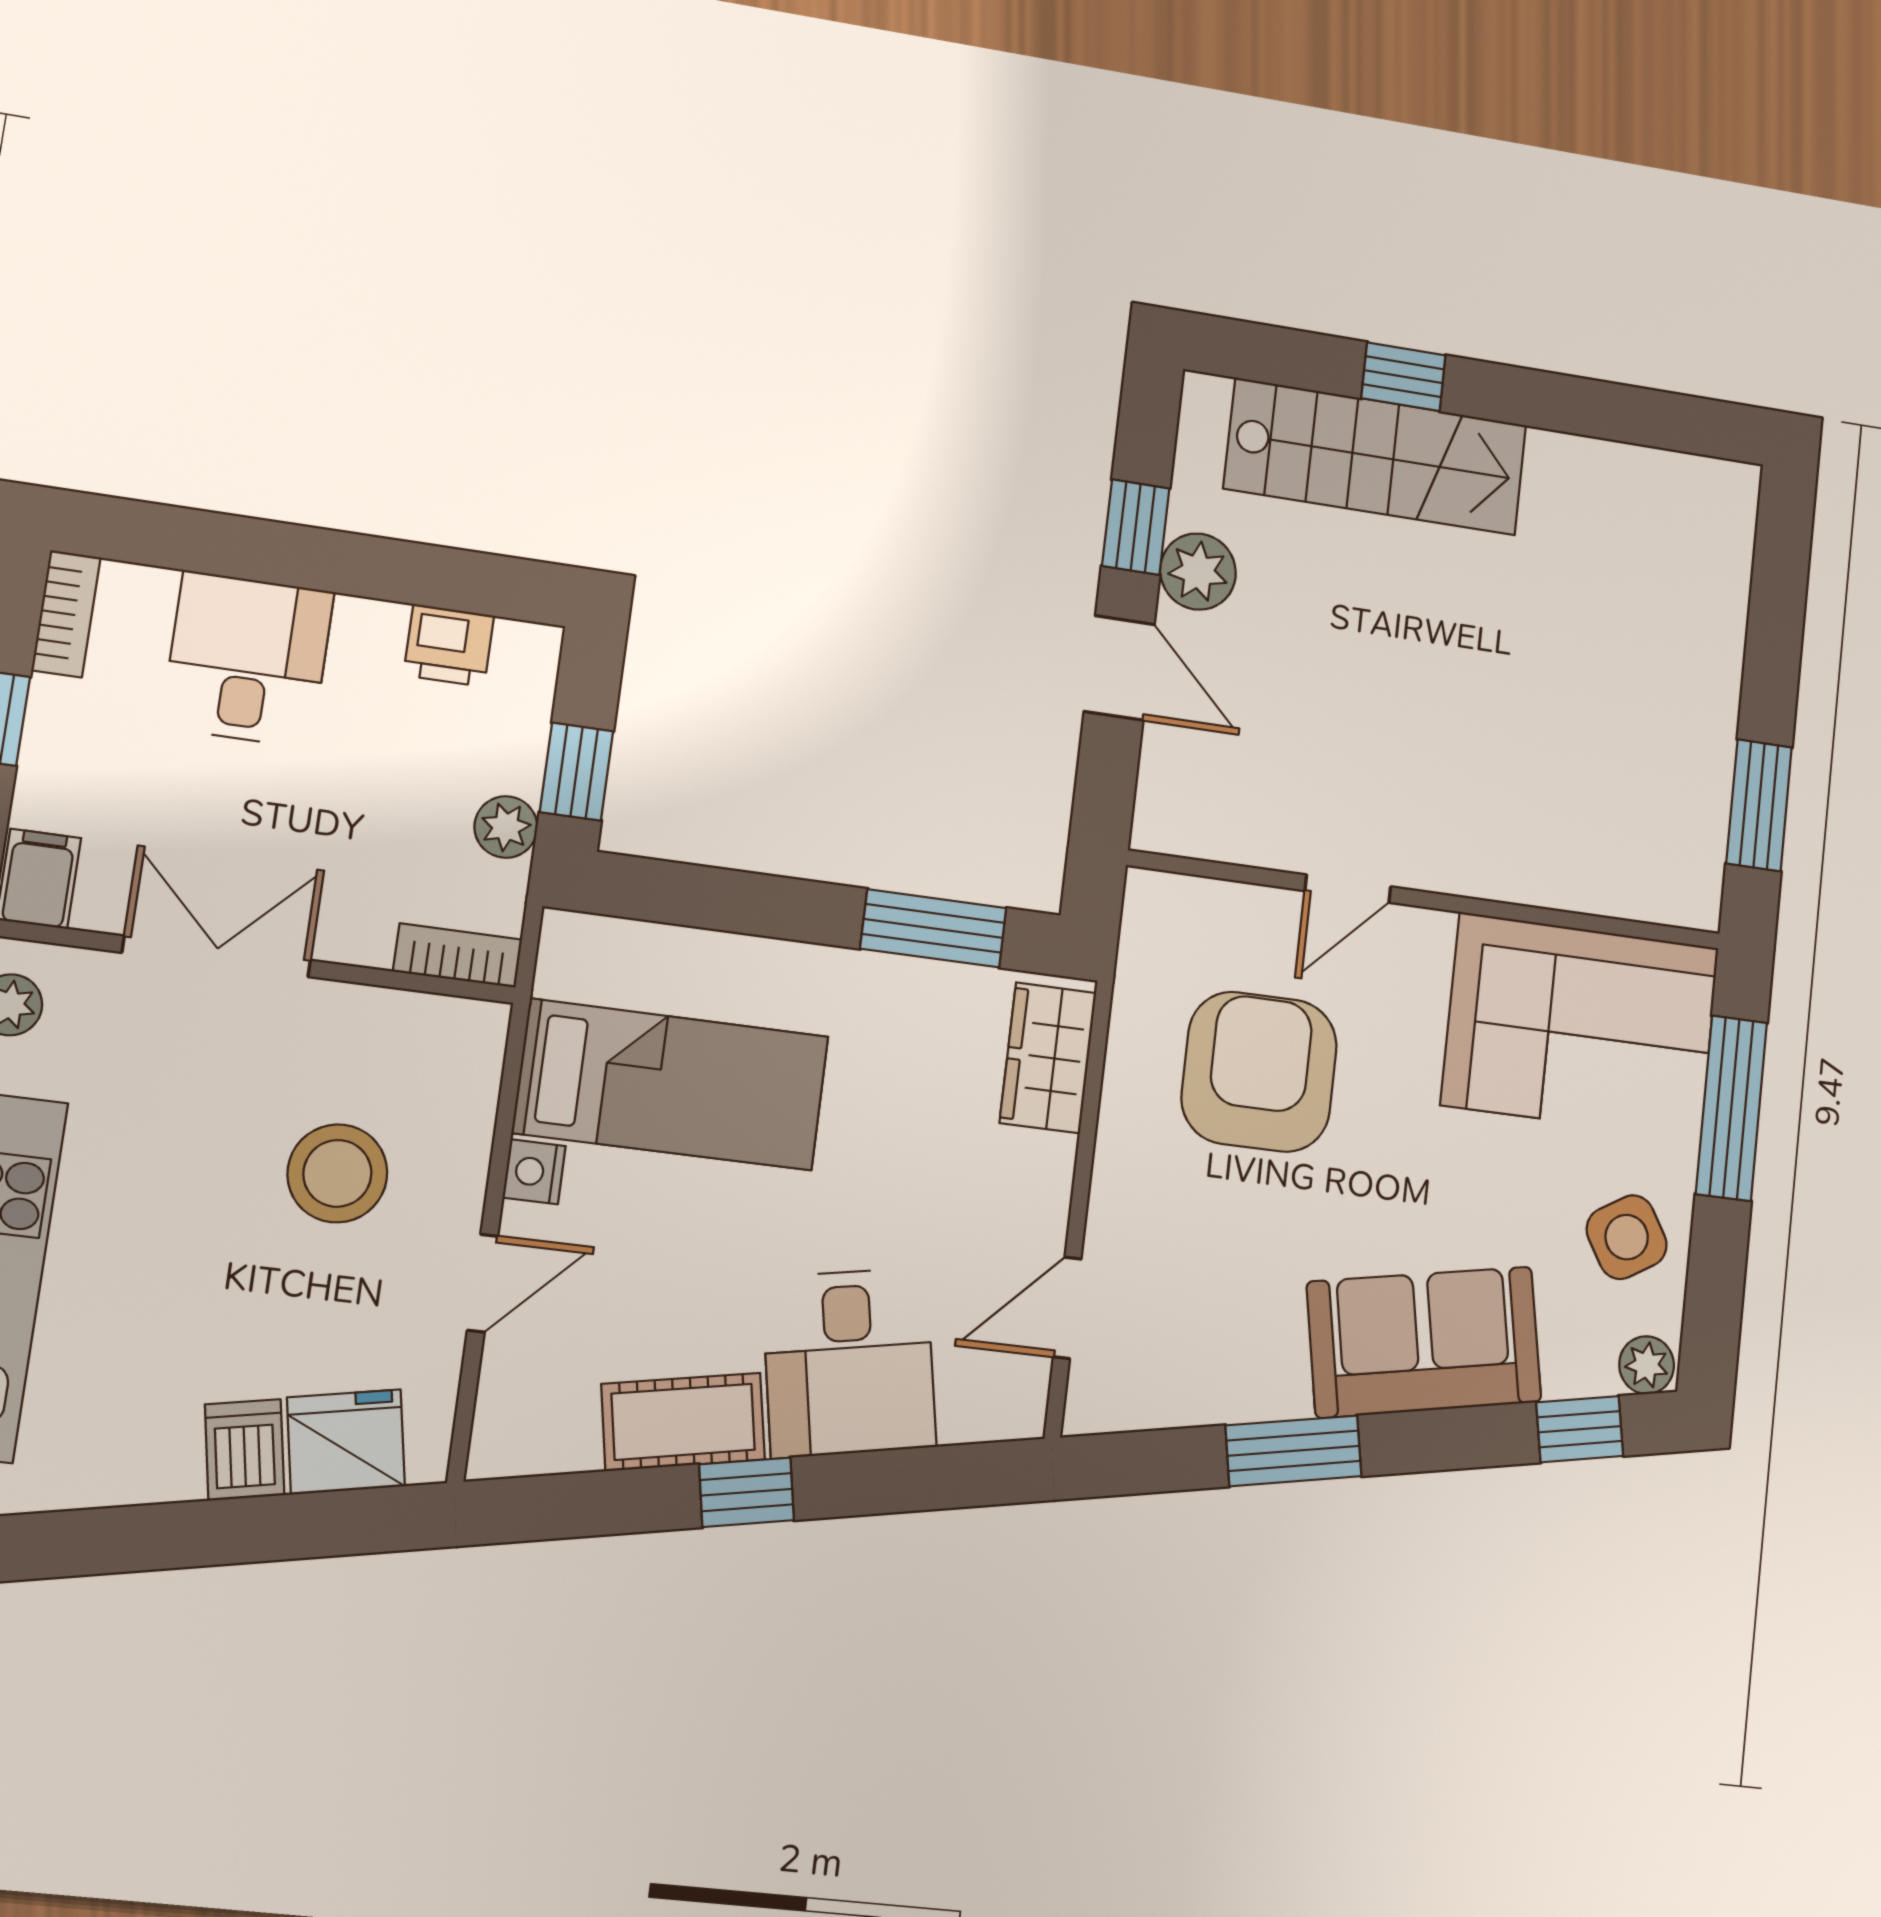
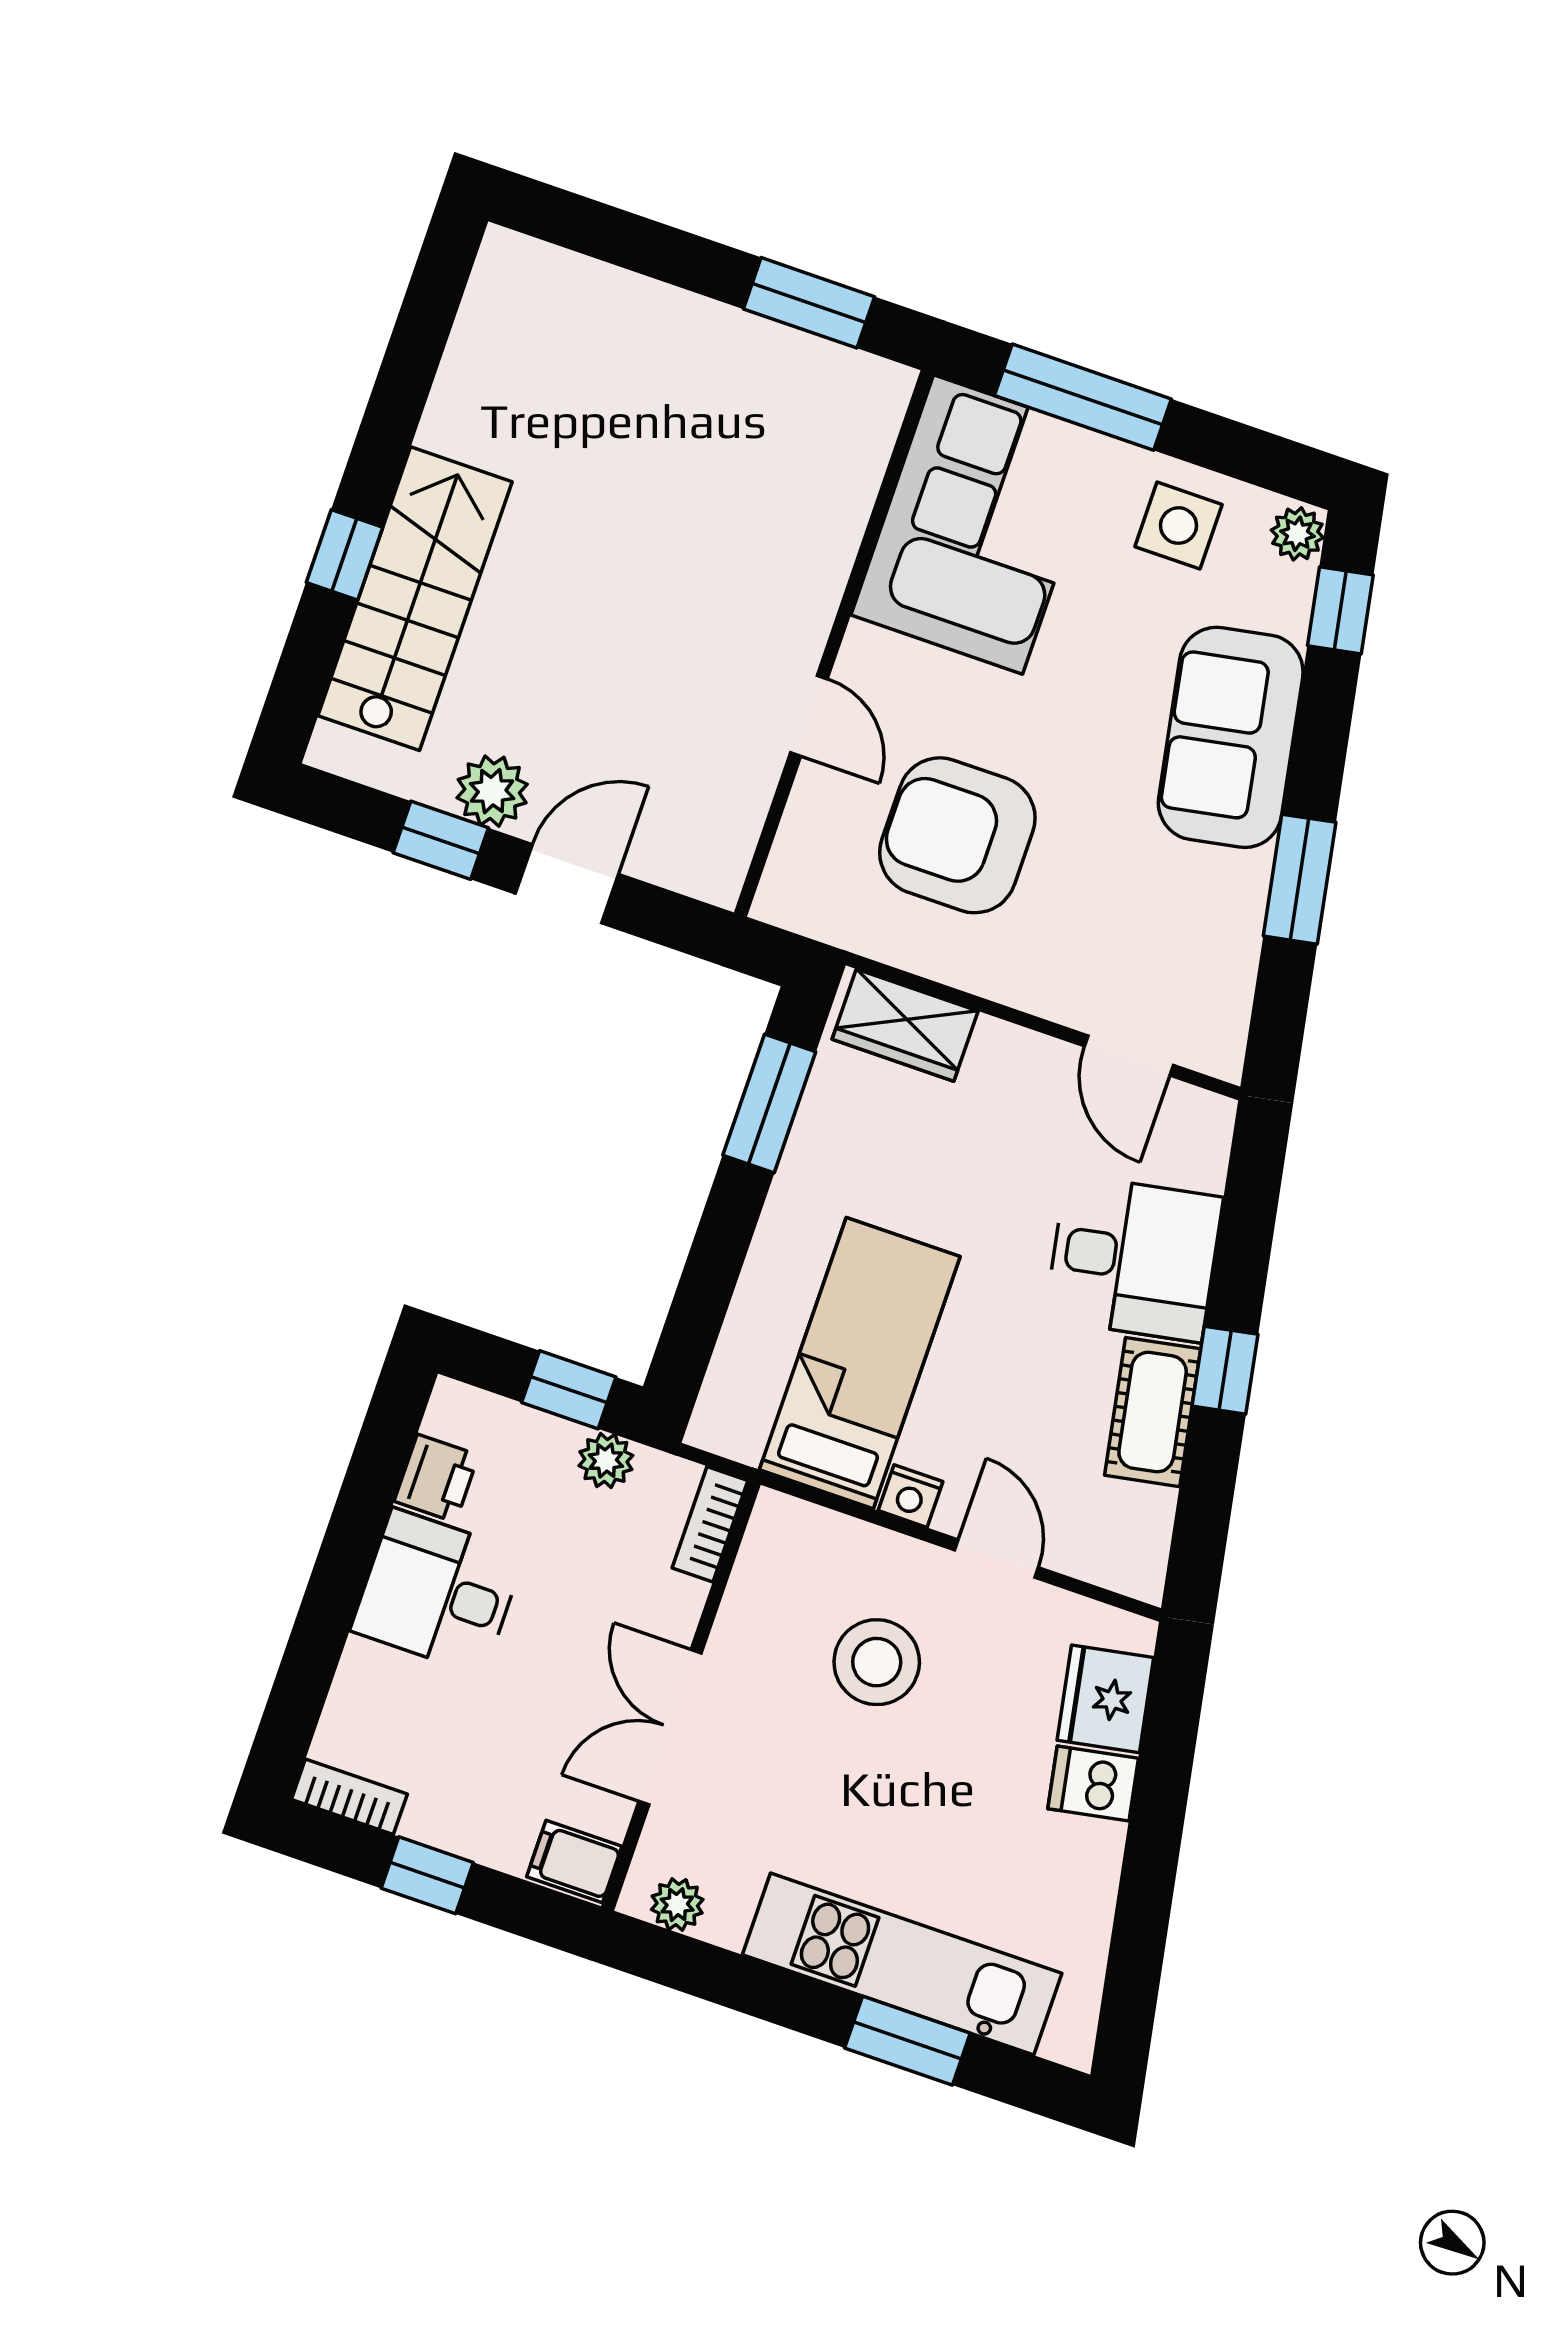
desk: (248, 659) -> (438, 1592), moved
side table: (1627, 1237) -> (1179, 526), turned 31

